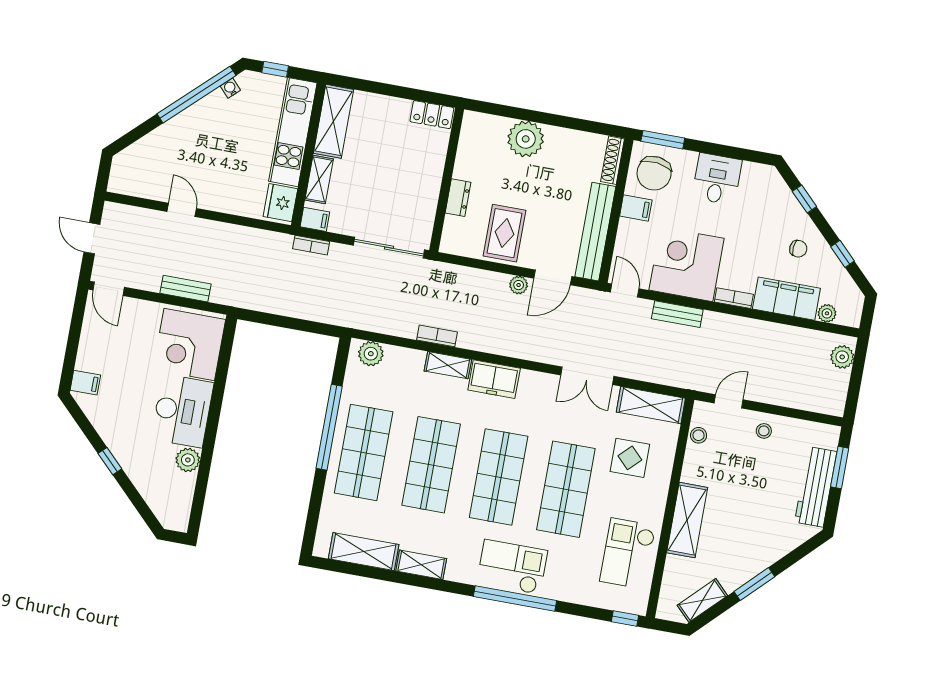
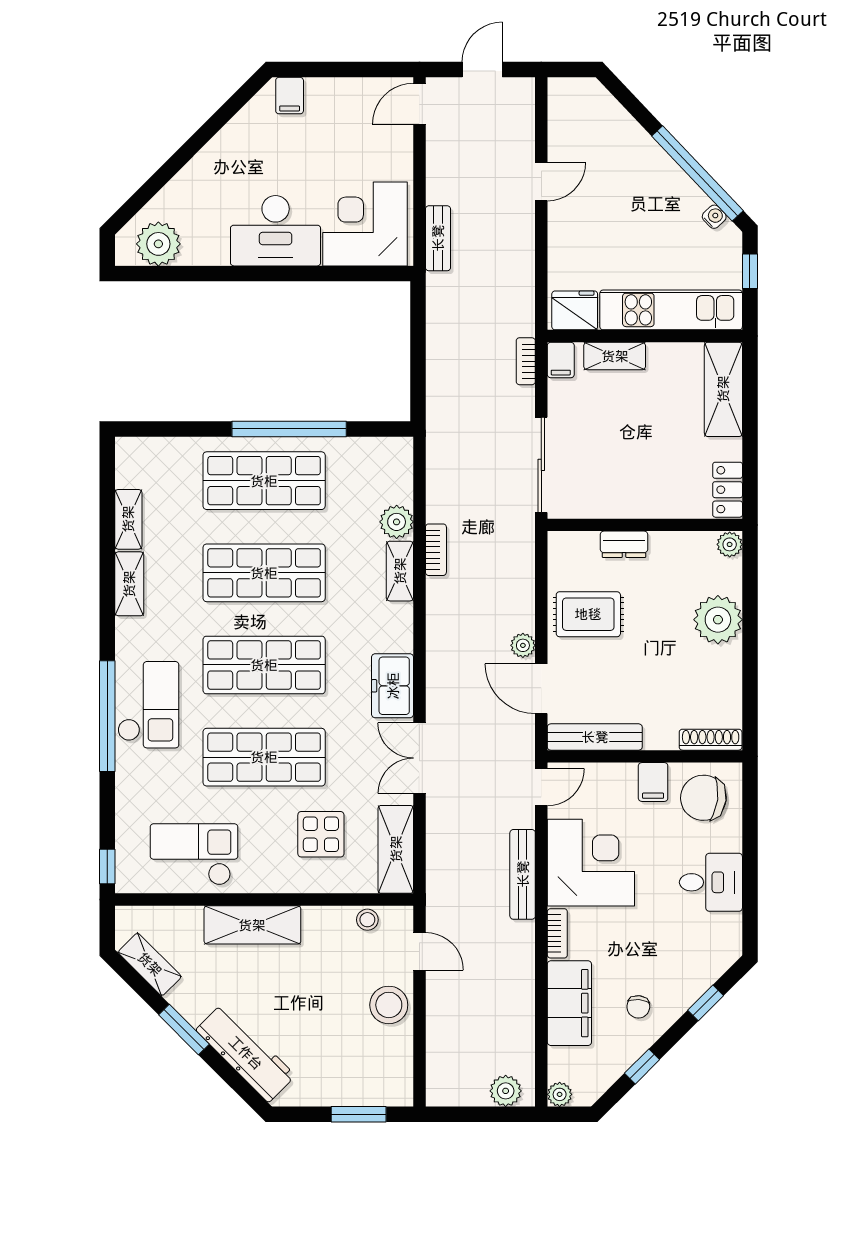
plant: (472, 120) -> (730, 544), added
shelving: (333, 121) -> (723, 389), moved, turned 90
window: (663, 140) -> (750, 801), removed
bench: (595, 232) -> (595, 737), width x0.73, depth x0.82
bench: (185, 289) -> (438, 238), moved
plant: (827, 313) -> (560, 1094), moved
bench: (677, 314) -> (523, 874), width x1.36
plant: (371, 354) -> (397, 522), moved
freezer: (494, 379) -> (393, 686), moved
stool: (764, 431) -> (389, 1005), width x1.89, depth x1.89
plant: (188, 460) -> (158, 244), moved, width x1.36, depth x1.36
window: (110, 461) -> (192, 147), removed
workbench: (816, 487) -> (246, 1053), moved, turned 45
shelving: (364, 552) -> (128, 519), width x0.67, depth x0.75

